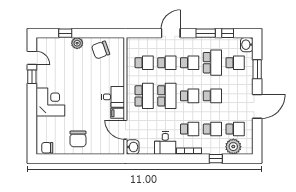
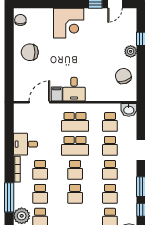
school desk: (212, 63) -> (110, 194), width x0.54
washbasin: (133, 147) -> (129, 110), moved
window: (216, 159) -> (9, 197), width x2.17

